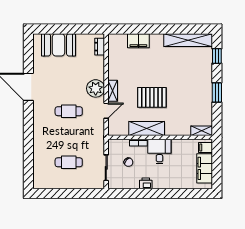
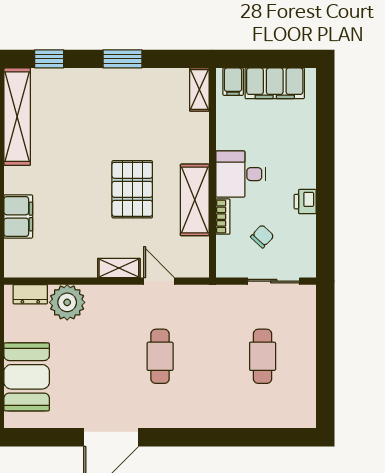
plant: (96, 88) -> (67, 302), moved

